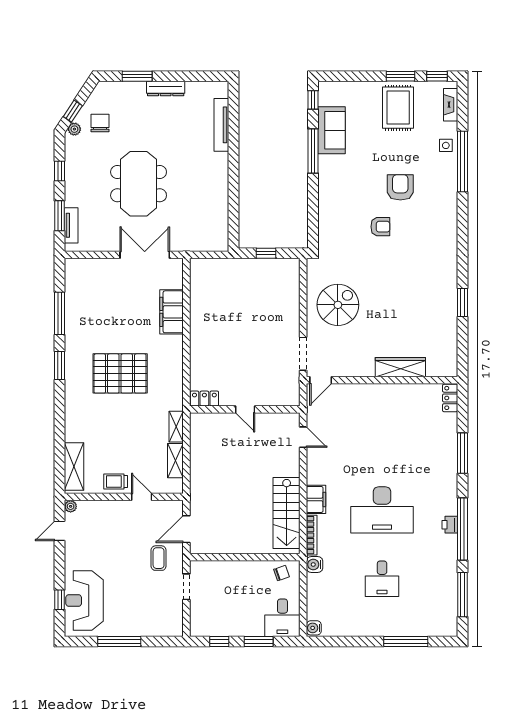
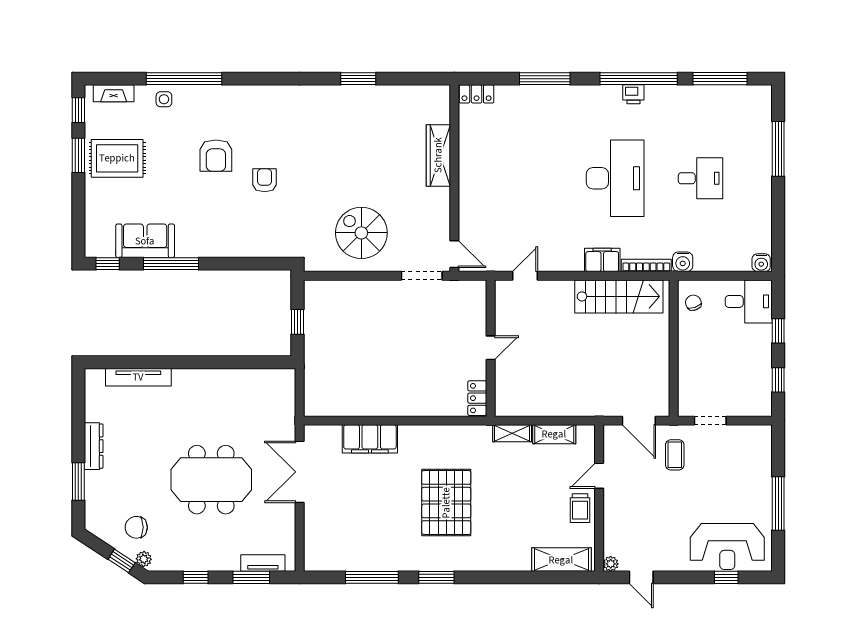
armchair: (400, 187) -> (216, 156), turned -90
coffee table: (159, 558) -> (675, 455), turned 90
window: (259, 642) -> (778, 331), width x0.67

